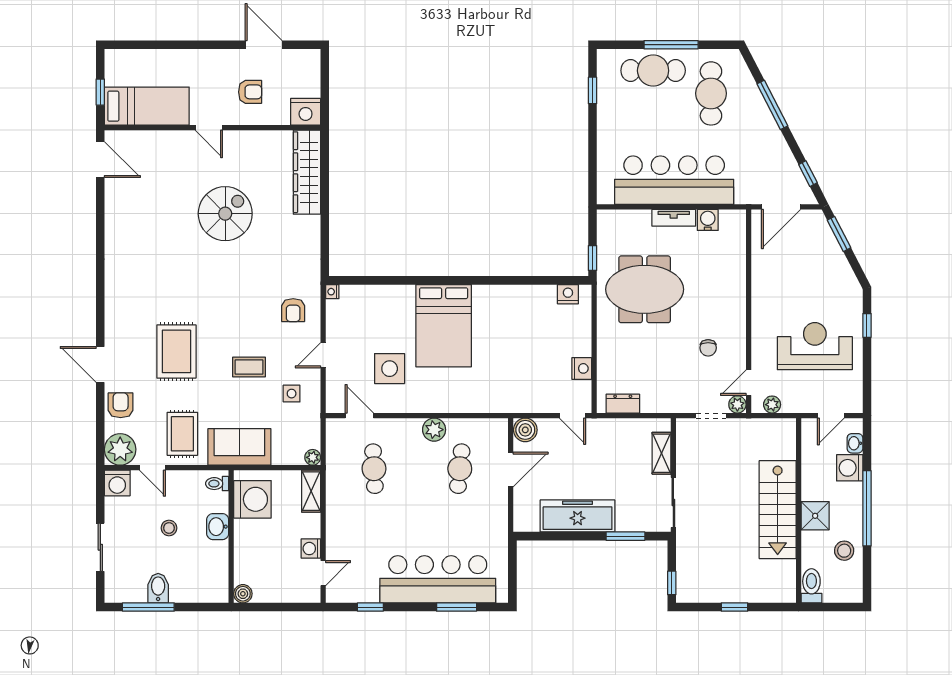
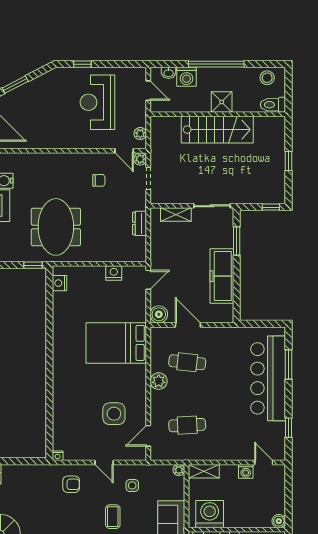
bed: (444, 326) -> (116, 343), moved, turned 180
dresser: (623, 404) -> (140, 223), moved
stool: (844, 551) -> (267, 78), moved

